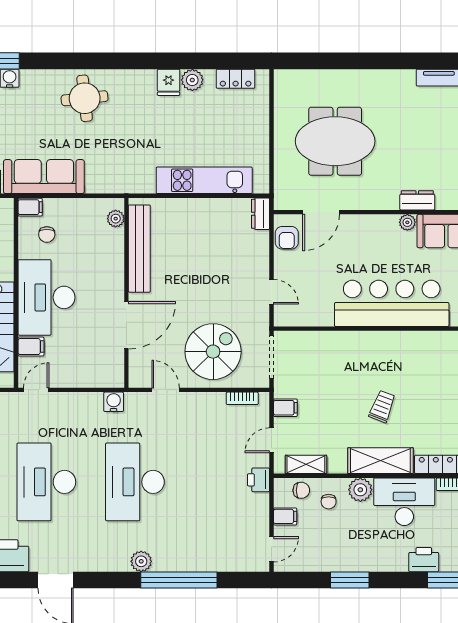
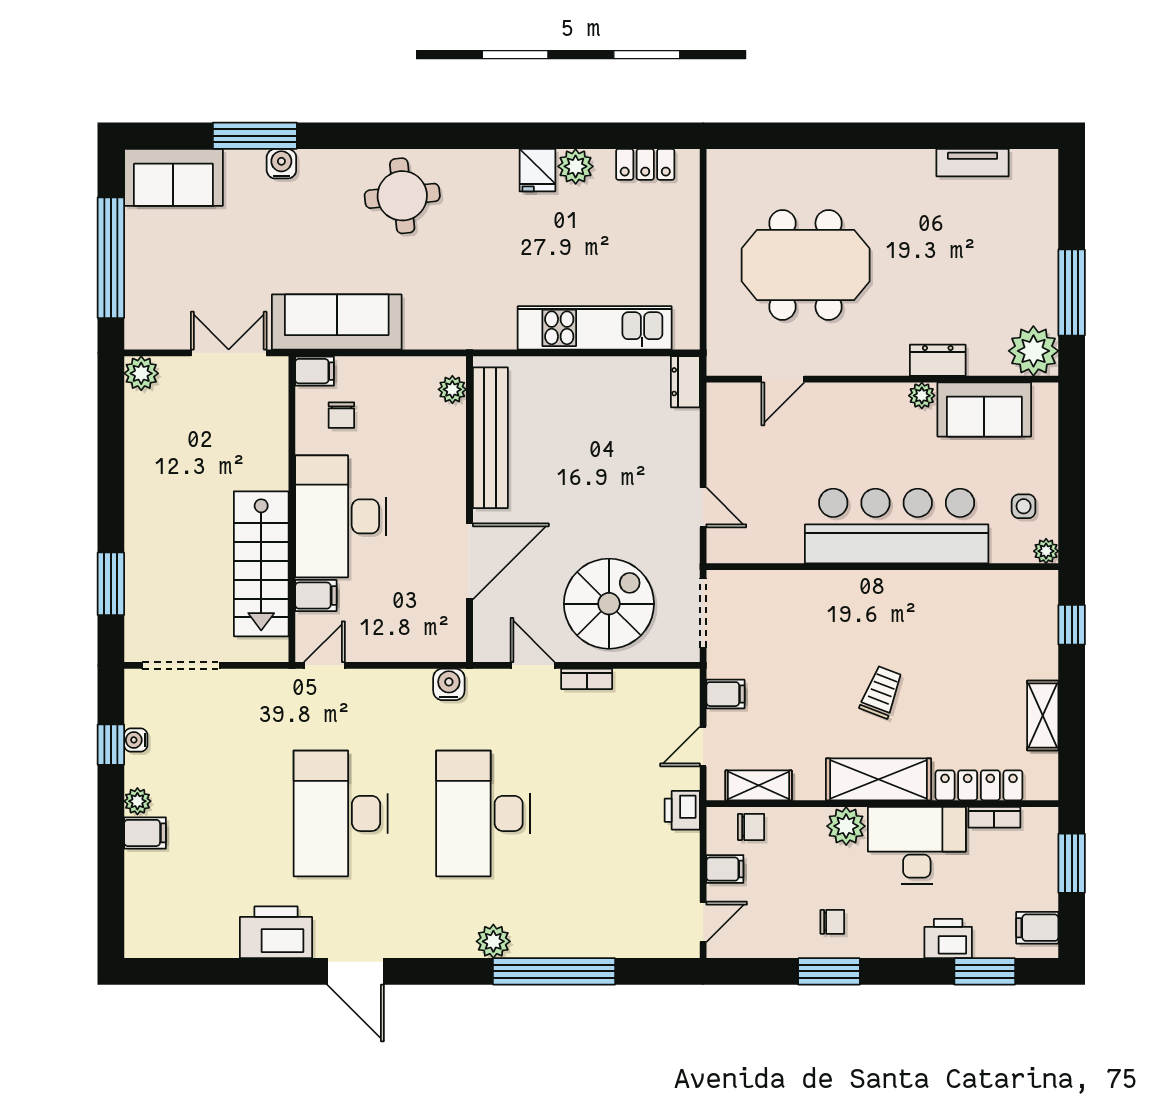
door: (321, 212) -> (783, 379), width x0.73
armchair: (287, 238) -> (728, 420), removed
bookcase: (242, 398) -> (587, 679), moved
chair: (329, 502) -> (832, 922), moved, turned -90

